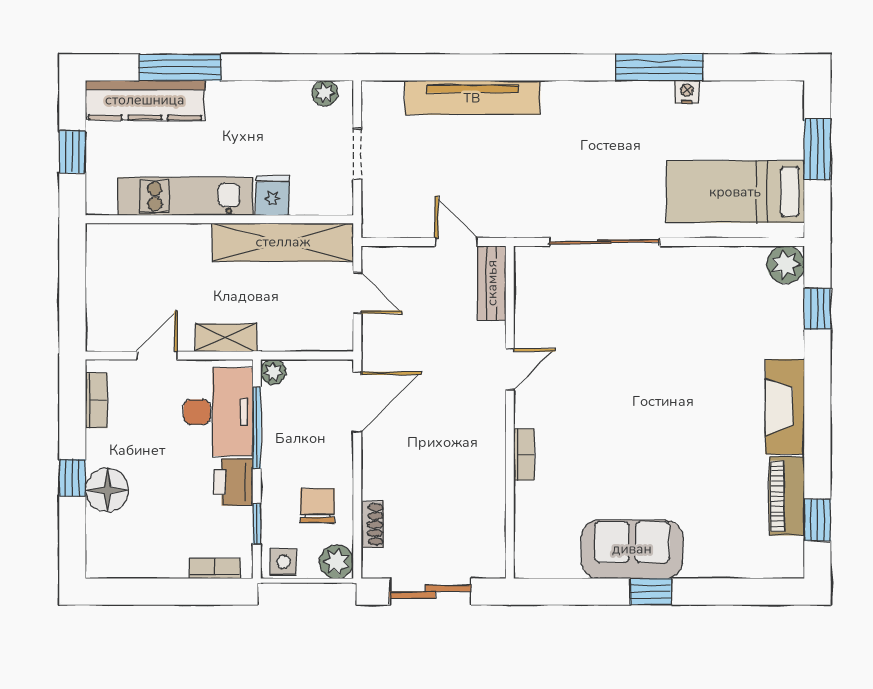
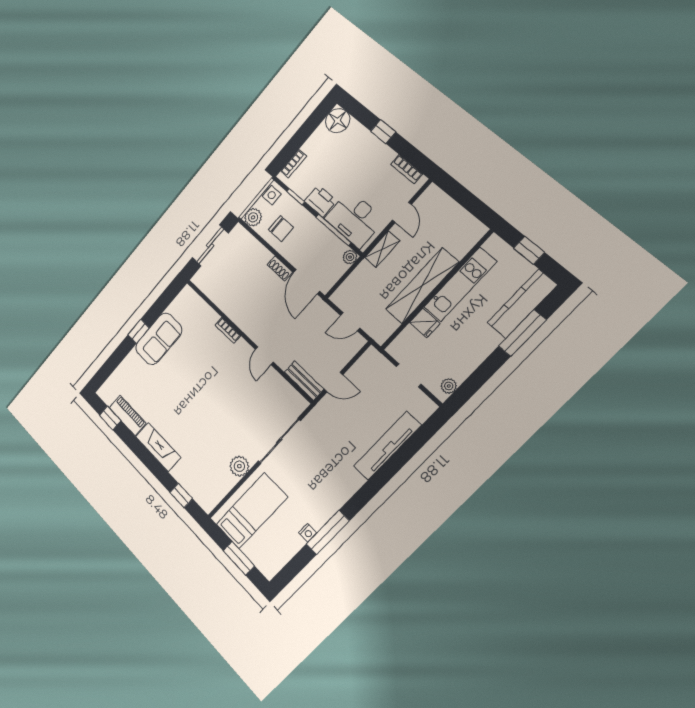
shelving: (283, 242) -> (422, 286), moved
plant: (786, 265) -> (239, 466), moved
floor lamp: (107, 490) -> (338, 121), moved
shoe rack: (372, 525) -> (280, 268), moved

